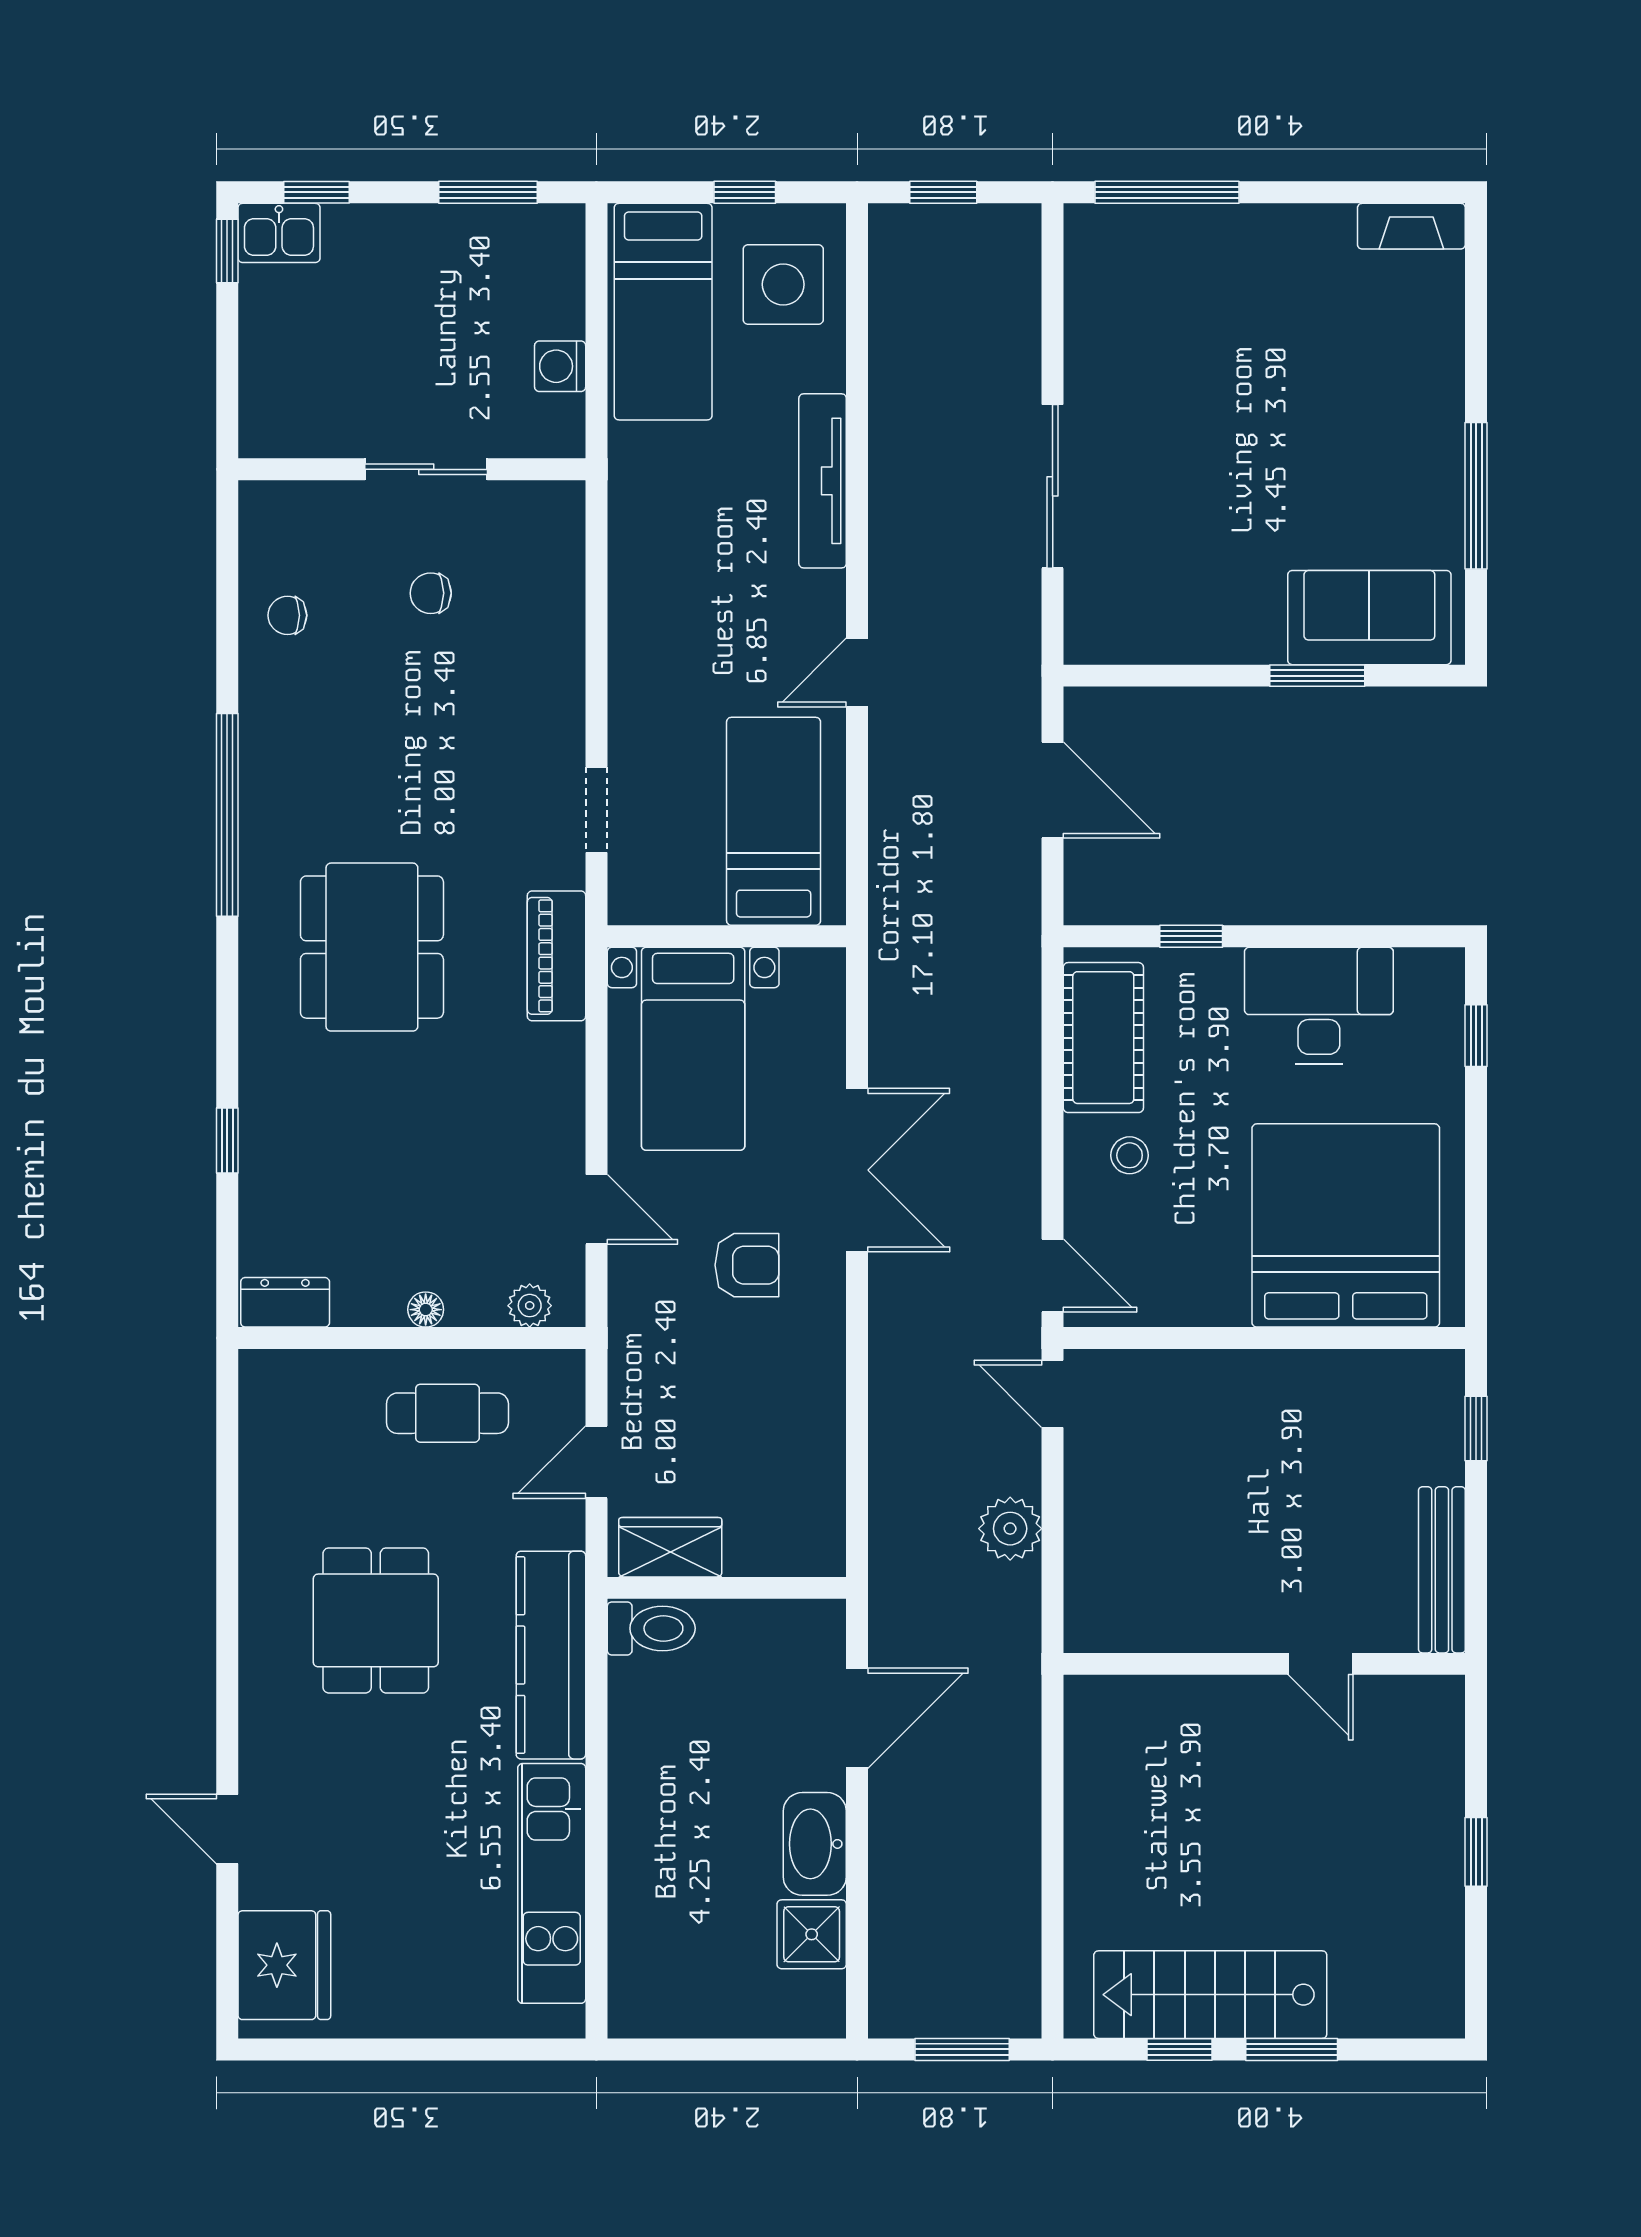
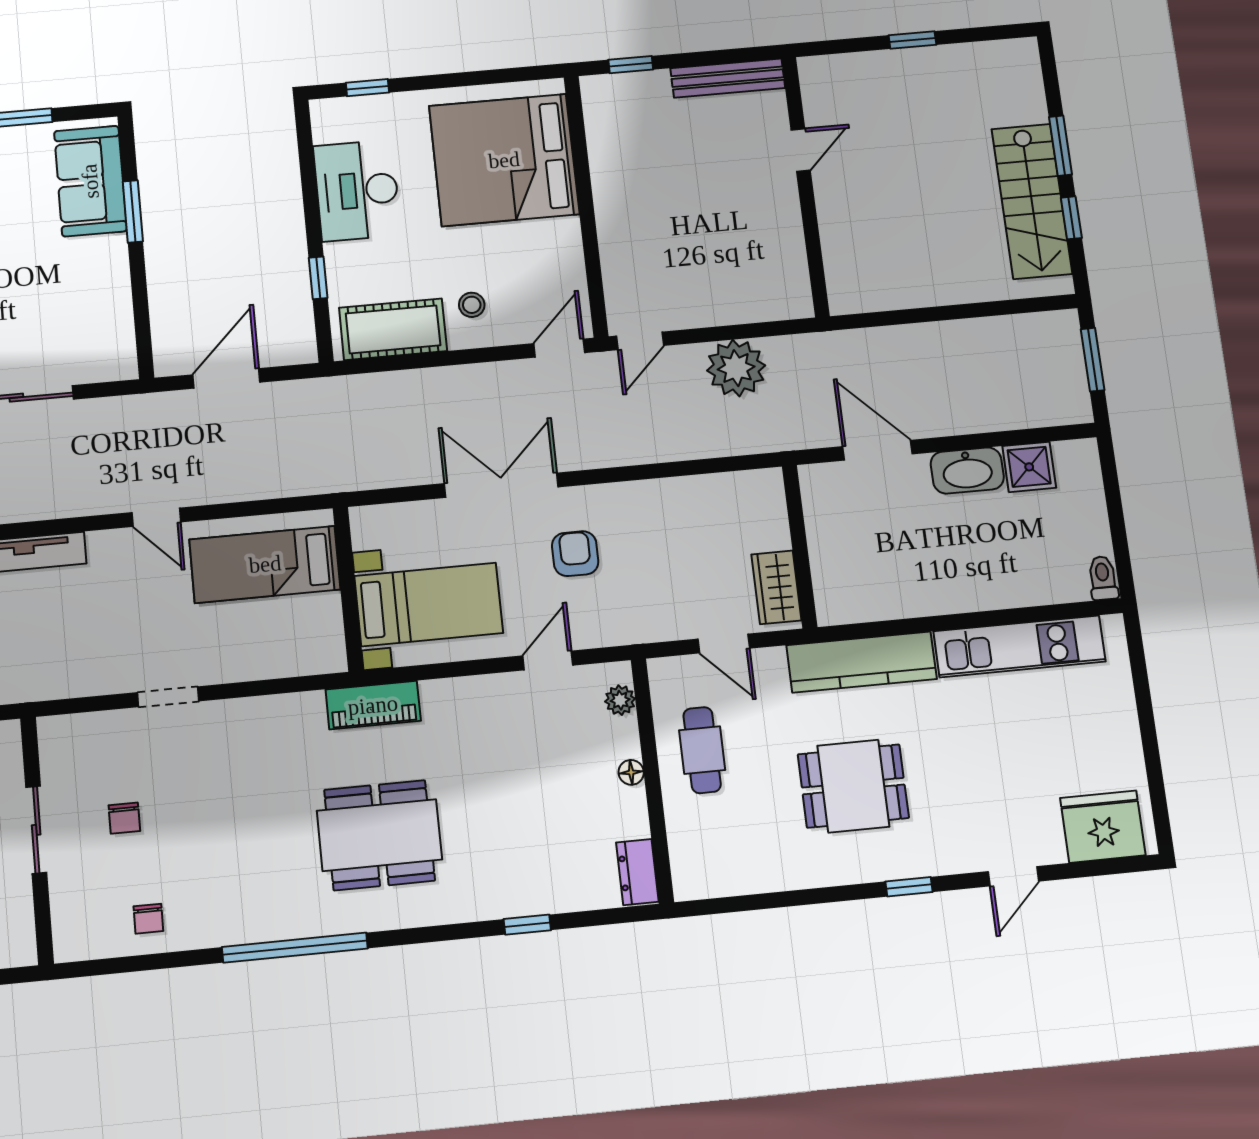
doorway: (596, 810) -> (168, 697), moved
plant: (1010, 1529) -> (736, 368), width x1.36, depth x1.36
toilet: (651, 1628) -> (1103, 578), moved, width x0.73, depth x0.72
window: (227, 1680) -> (909, 887), added

